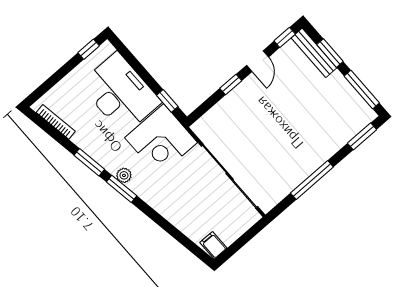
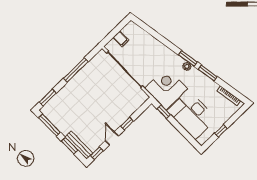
window: (89, 49) -> (221, 131), moved
filing cabinet: (213, 245) -> (121, 39), moved

